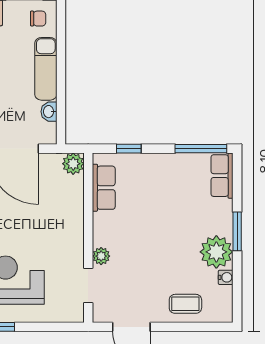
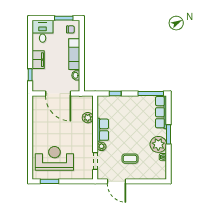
plant: (73, 164) -> (88, 118), moved
row of seats: (222, 176) -> (161, 112), width x1.48
row of seats: (104, 188) -> (103, 130), moved
coffee table: (185, 304) -> (130, 159), moved

